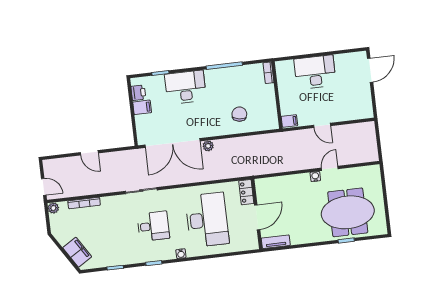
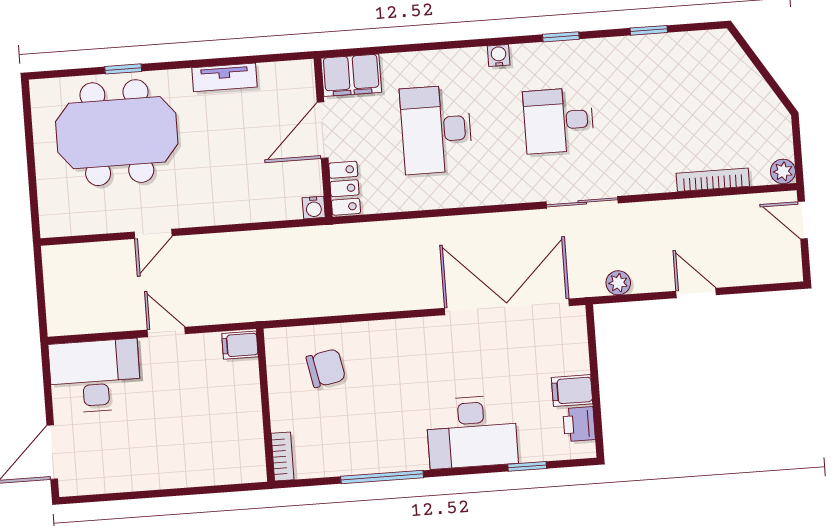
desk: (315, 72) -> (95, 376), moved, turned 180
chair: (239, 114) -> (326, 368), moved, turned -110
plant: (208, 146) -> (618, 283), moved
water cooler: (315, 177) -> (314, 208), moved
desk: (207, 220) -> (436, 130), width x0.73, depth x0.77
tv unit: (276, 242) -> (225, 77), moved
filing cabinet: (77, 252) -> (351, 75), moved, turned -58

